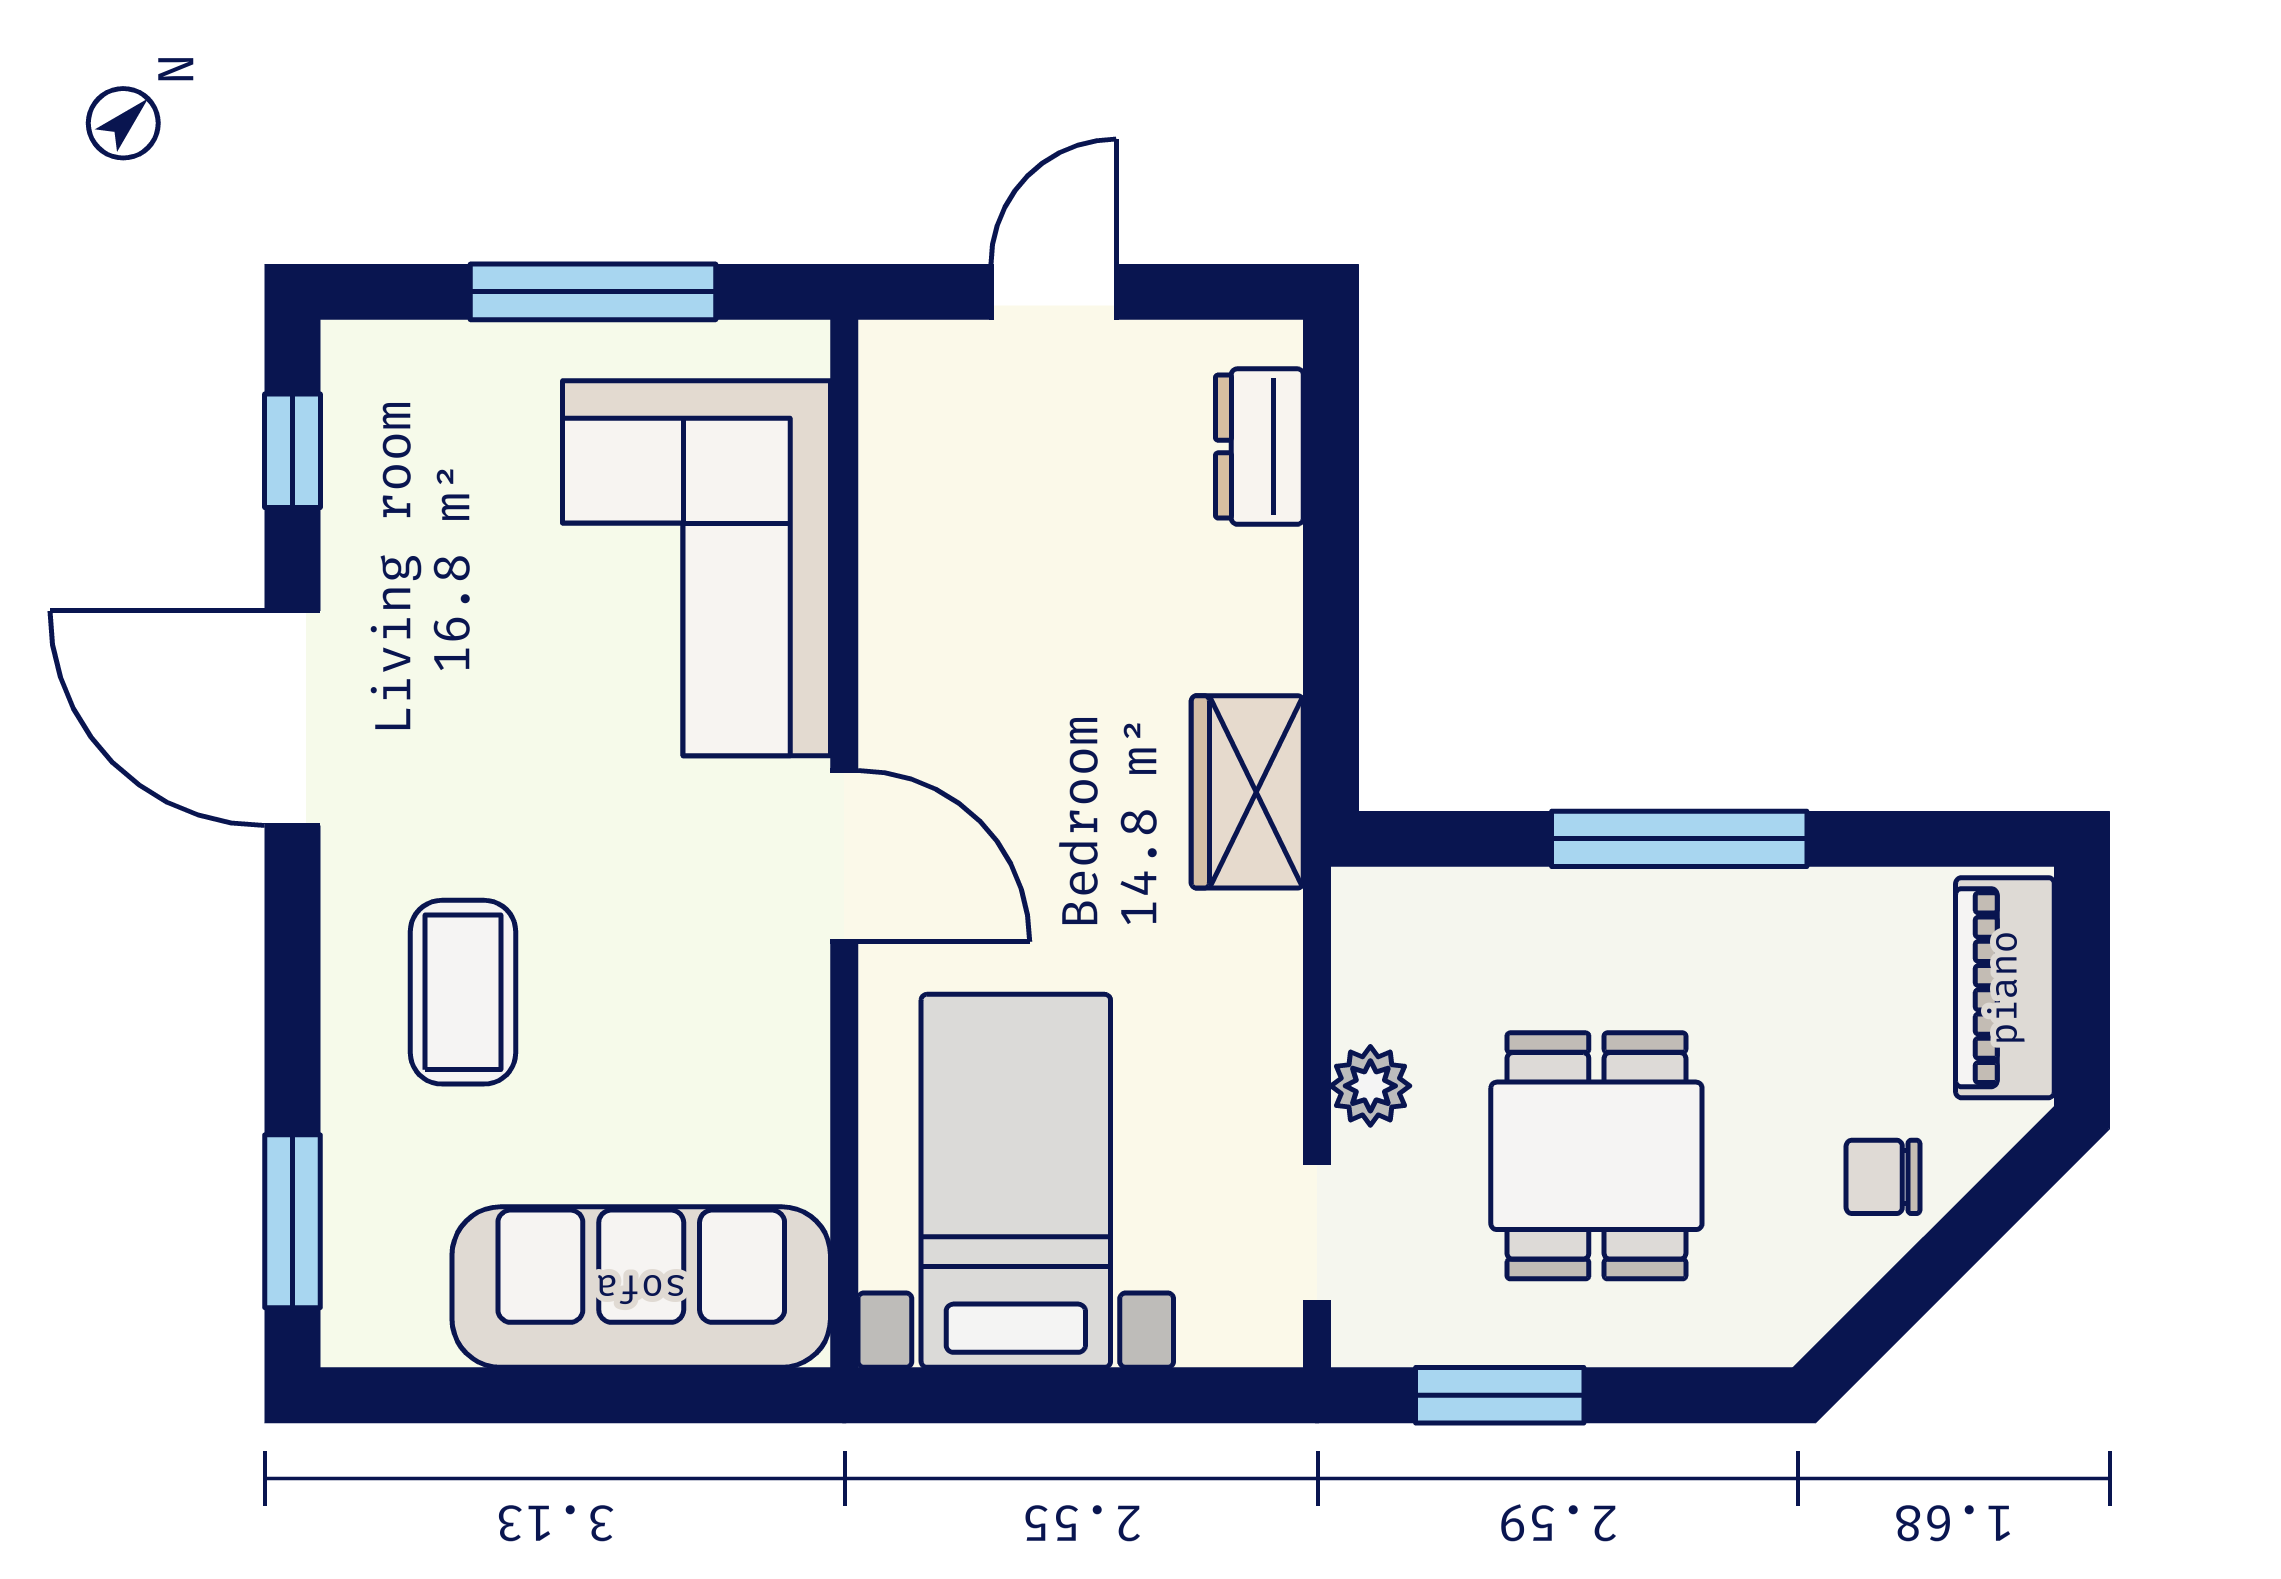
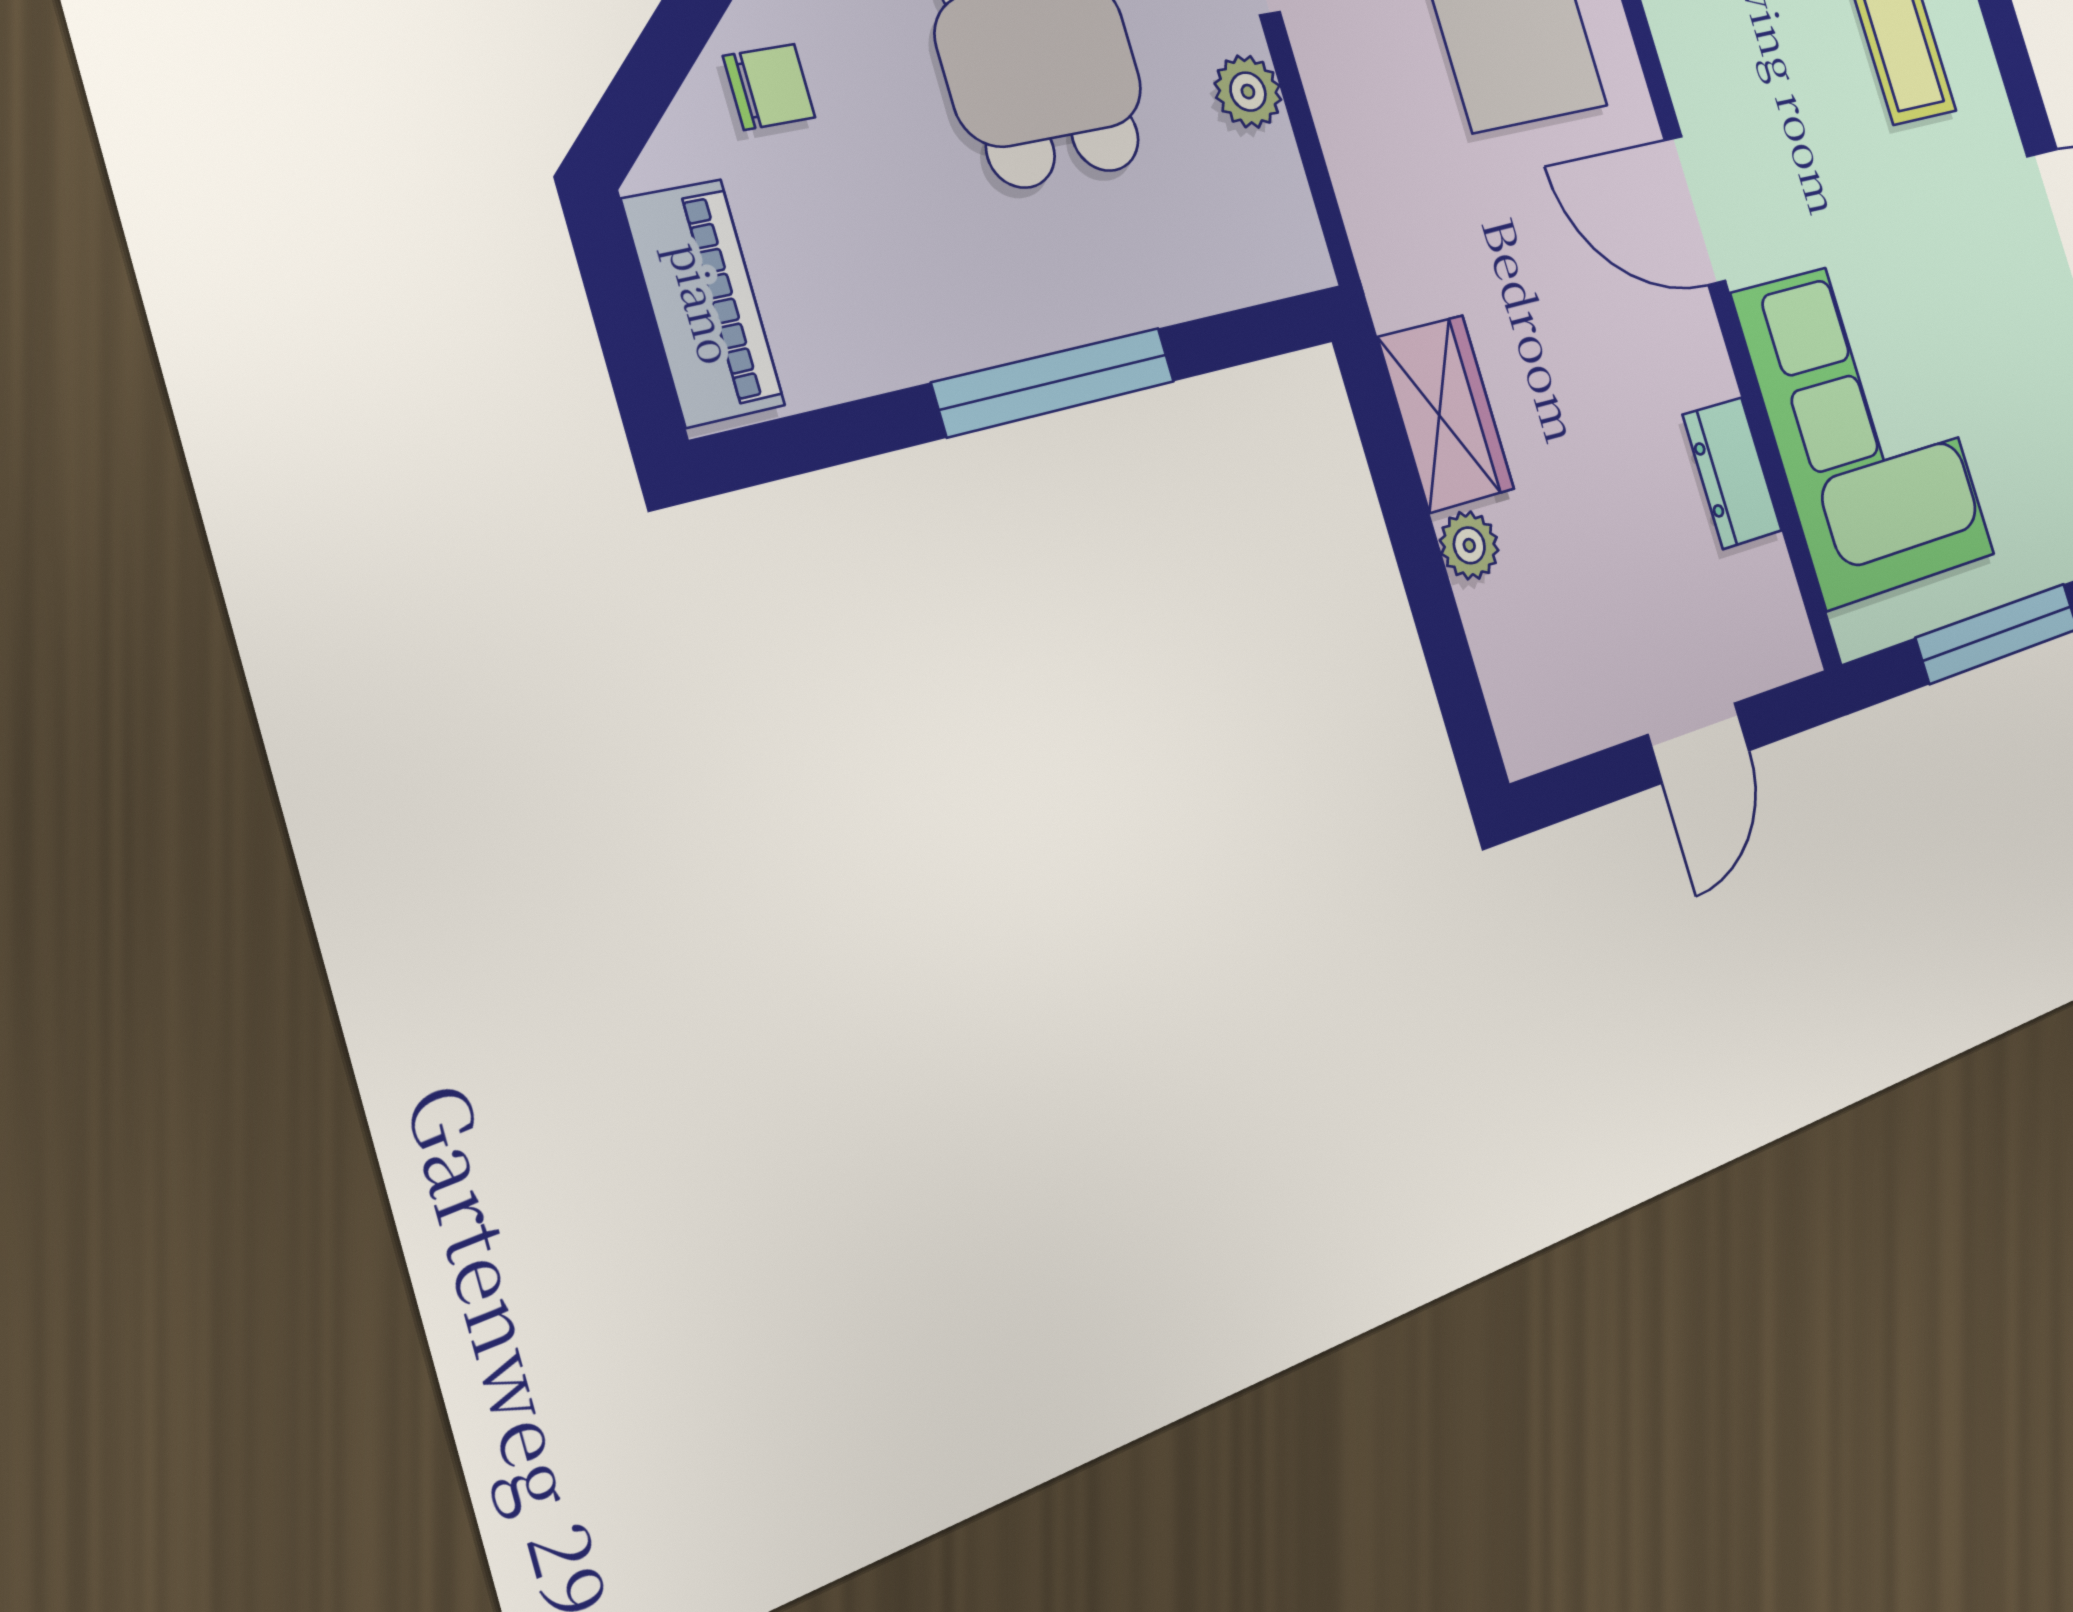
dresser: (1259, 447) -> (1732, 473), moved, turned 180
plant: (1267, 568) -> (1469, 545), added
wardrobe: (1247, 792) -> (1446, 413), moved

